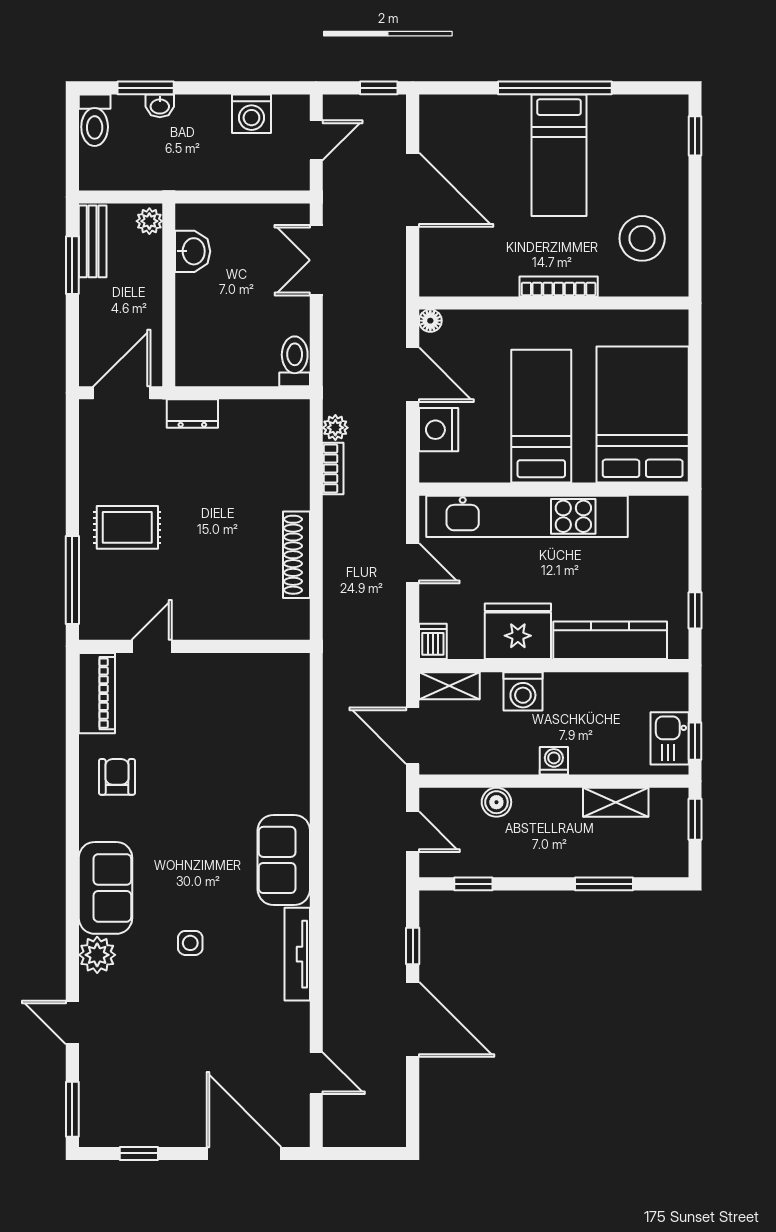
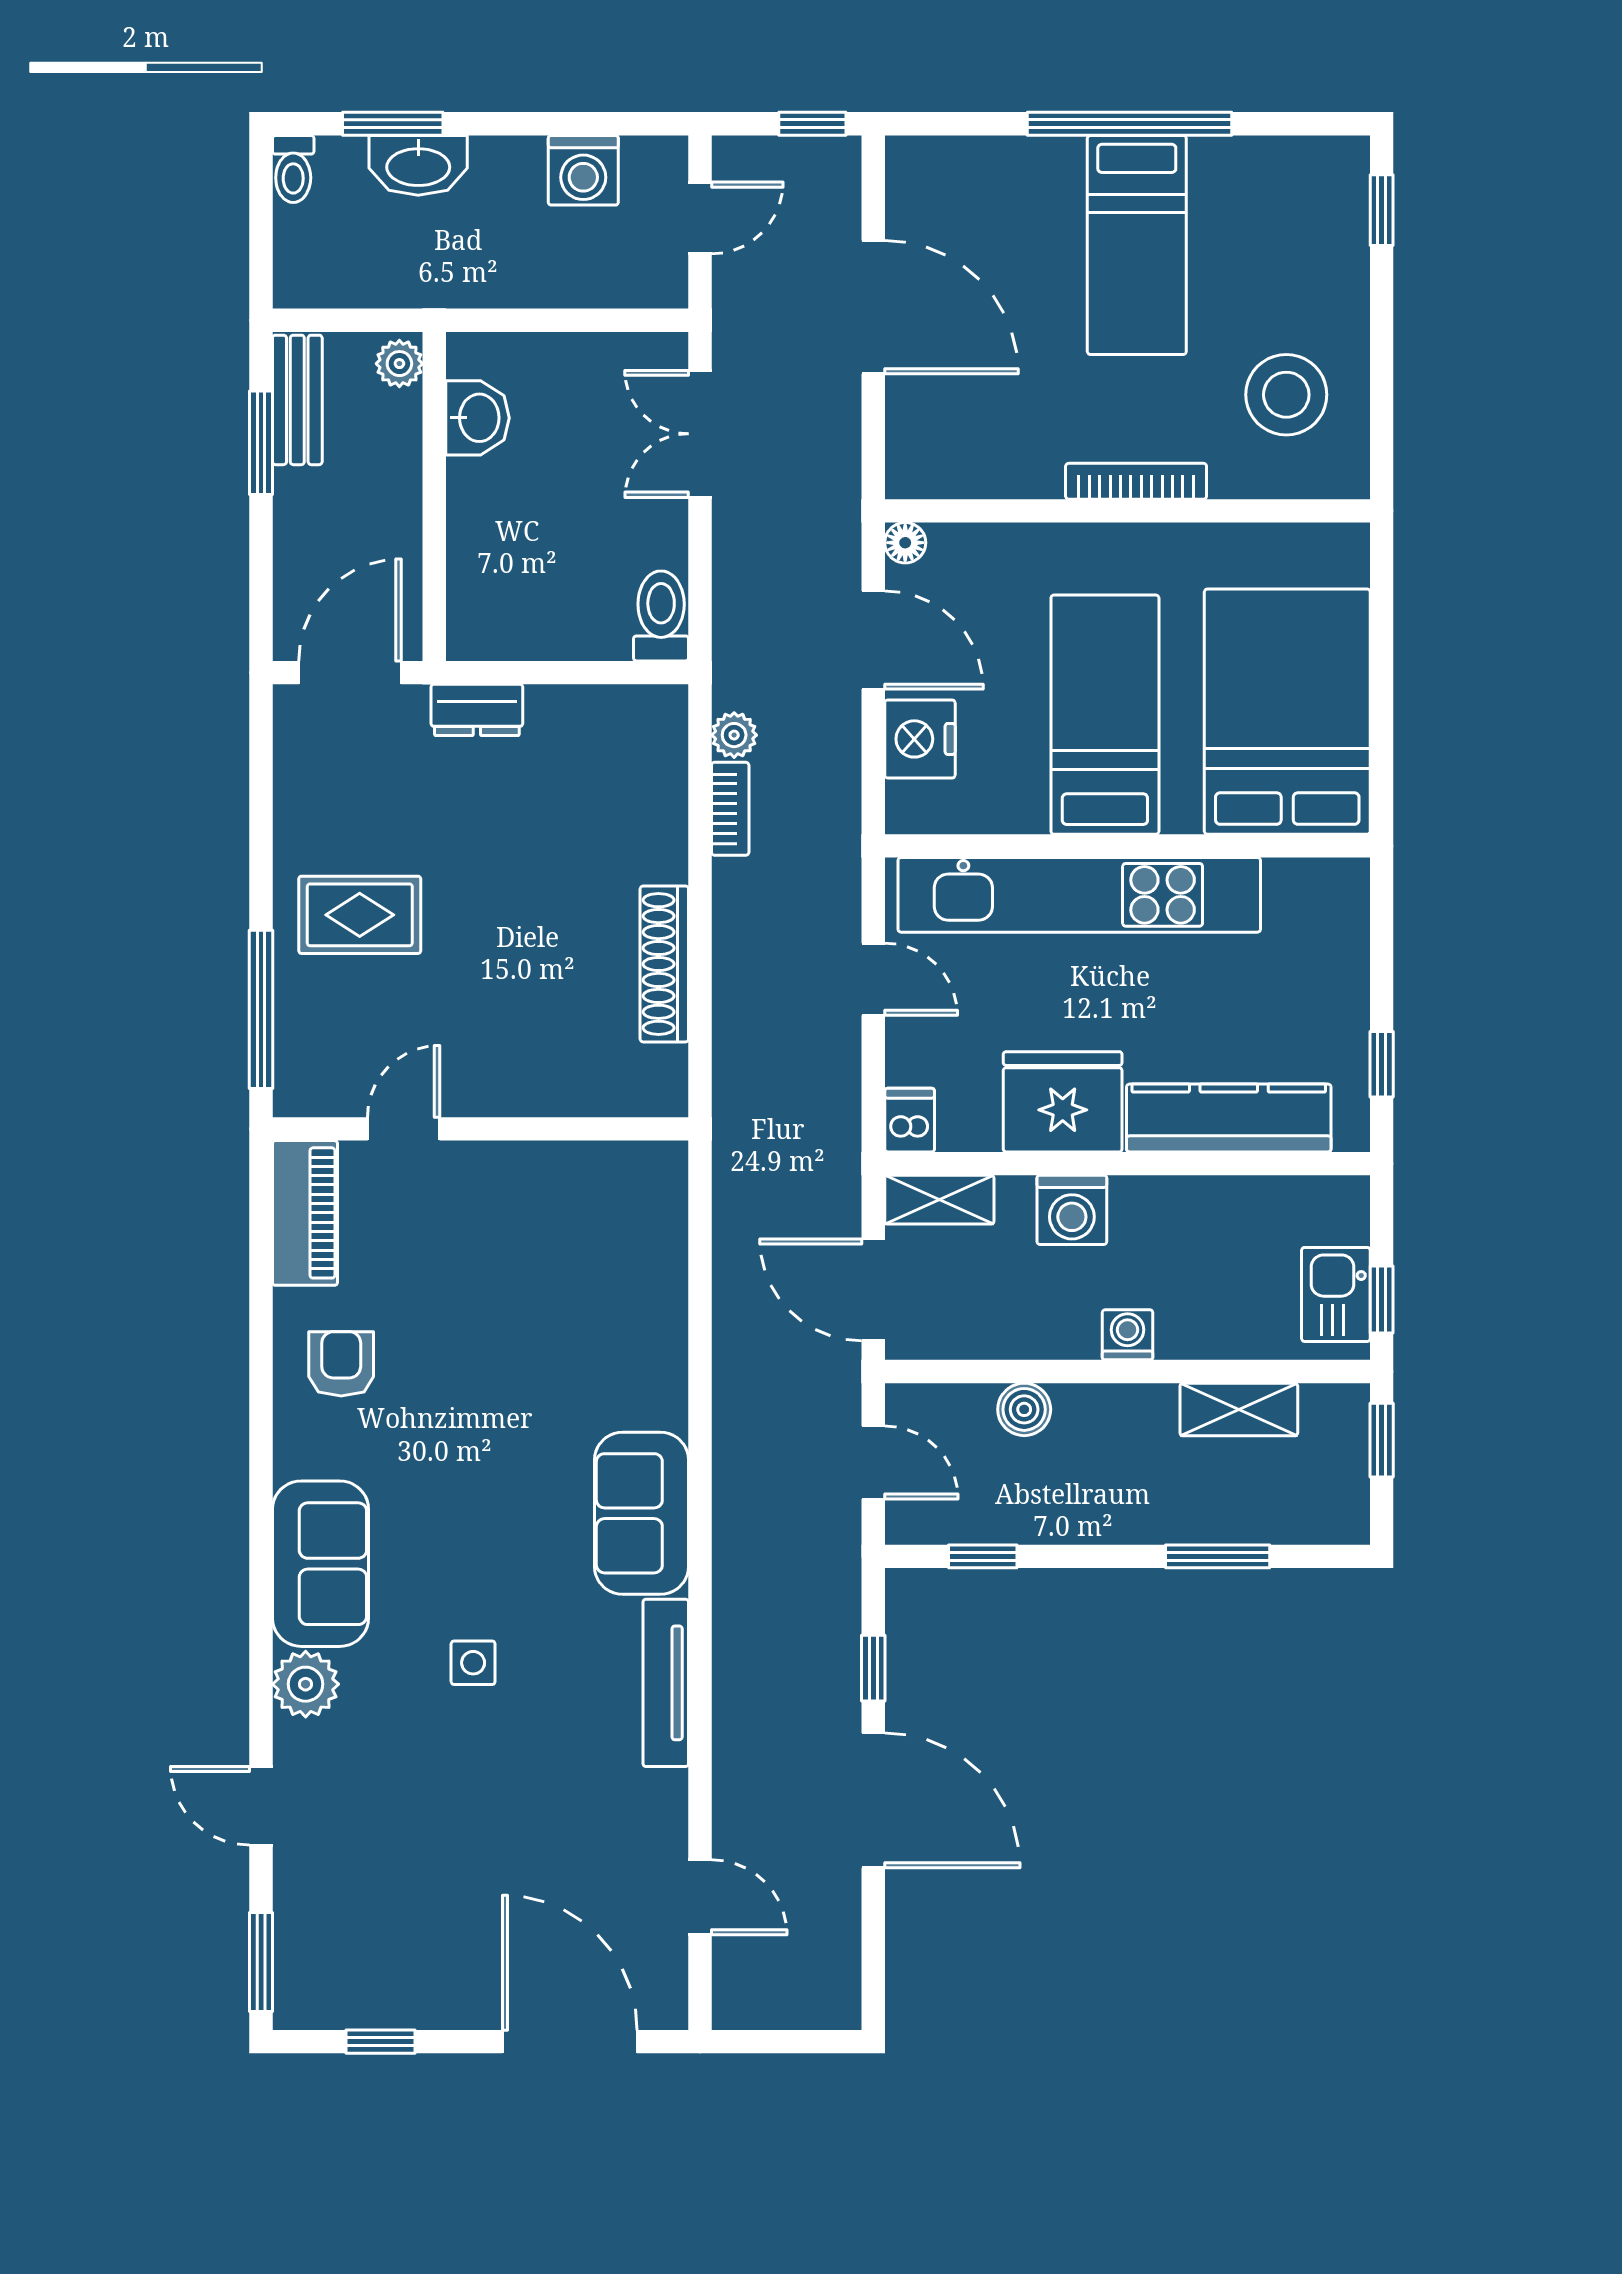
washbasin: (160, 106) -> (418, 165), width x1.91, depth x1.45
toilet: (95, 120) -> (293, 169), width x0.73, depth x0.72

